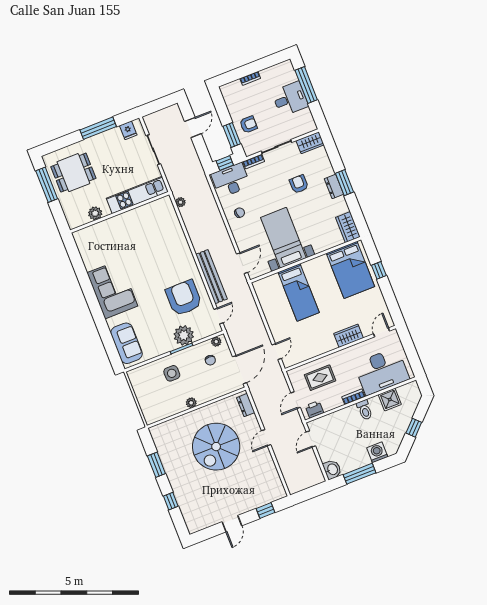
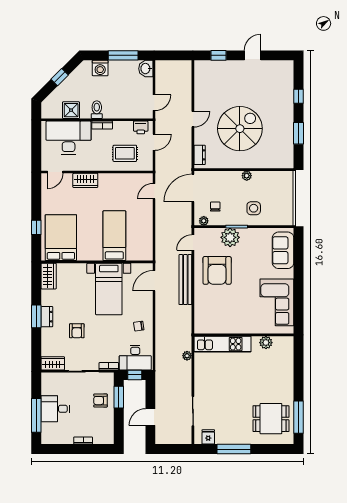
kitchen unit: (137, 195) -> (223, 344), moved
wall: (120, 212) -> (244, 335), moved
plant: (95, 213) -> (266, 343), moved

